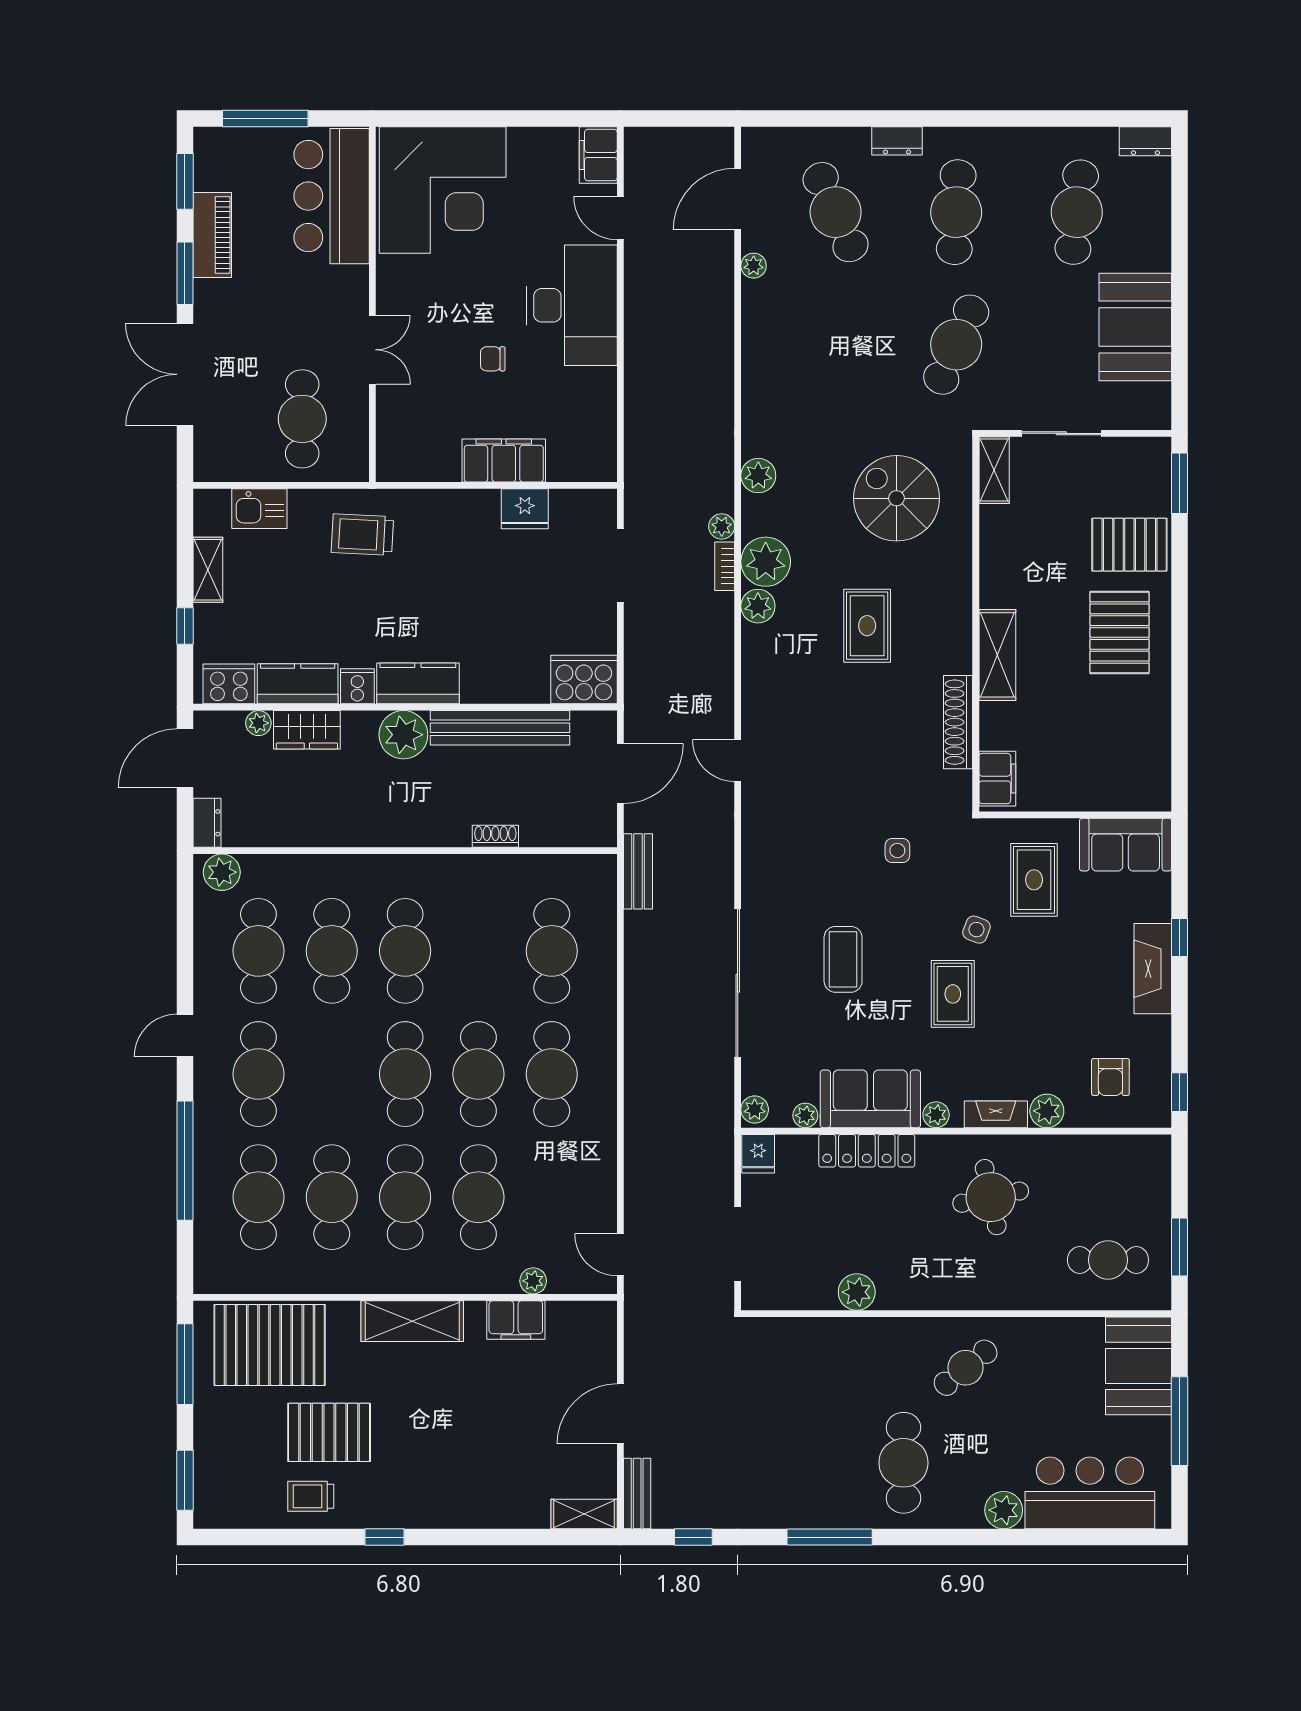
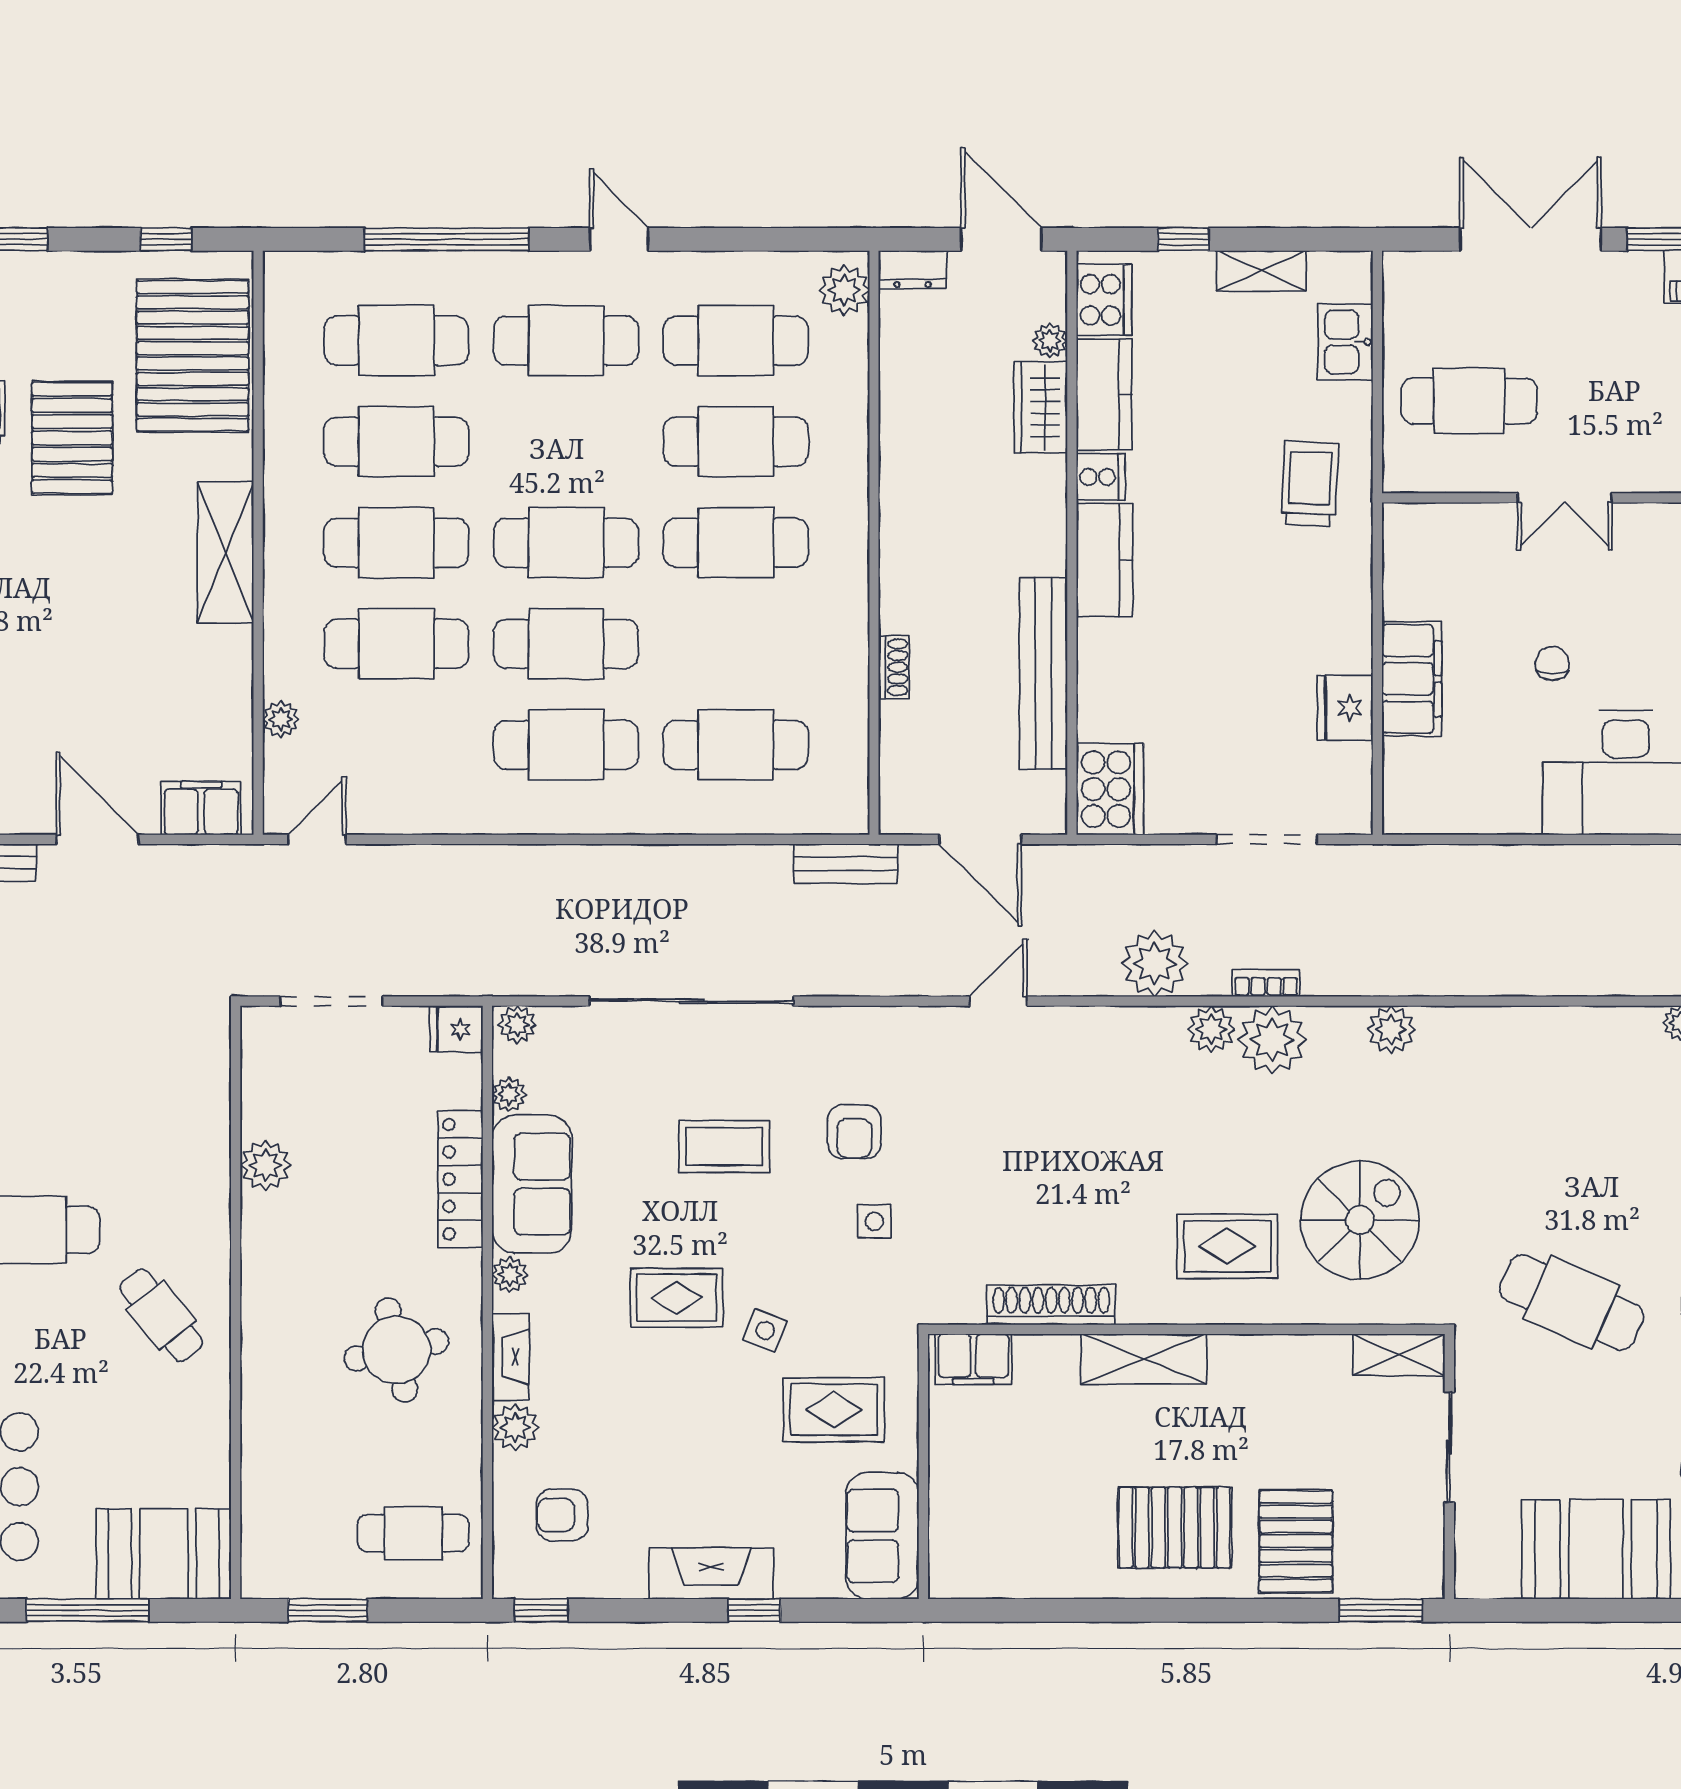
plant: (722, 526) -> (1155, 964), moved, width x1.87, depth x1.87
rug: (867, 626) -> (1227, 1246), moved
plant: (403, 735) -> (1034, 540), removed
armchair: (832, 865) -> (854, 1132), added
cafe table: (1108, 1260) -> (413, 1533), moved, turned 90
filing cabinet: (516, 1320) -> (201, 808), moved, turned 90
window: (185, 1364) -> (166, 239), width x0.46

